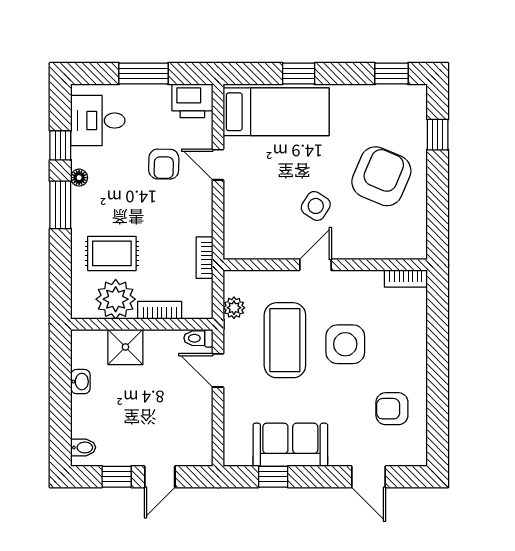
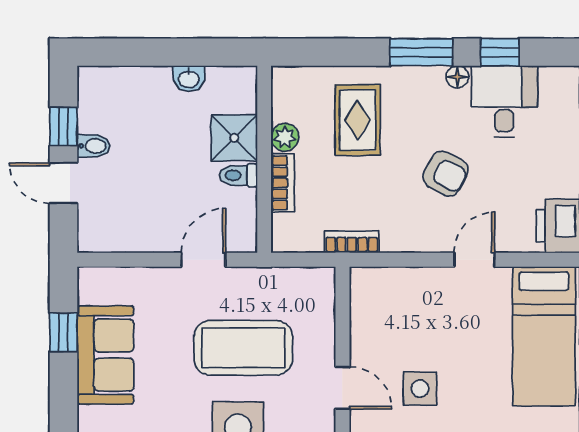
desk: (98, 121) -> (504, 101), moved
armchair: (164, 164) -> (445, 174), moved, turned -153
side table: (316, 206) -> (420, 389), turned -32
plant: (116, 299) -> (285, 137), width x0.53, depth x0.53
plant: (234, 308) -> (286, 281), removed
toilet: (198, 338) -> (238, 175), moved, turned -90
bidet: (83, 447) -> (93, 146), moved, turned -90

